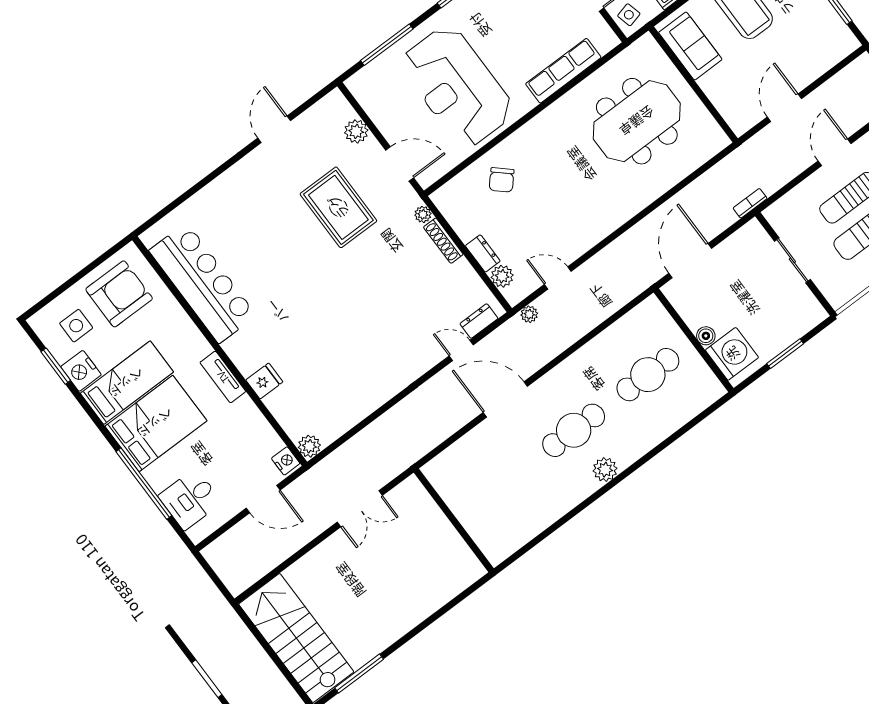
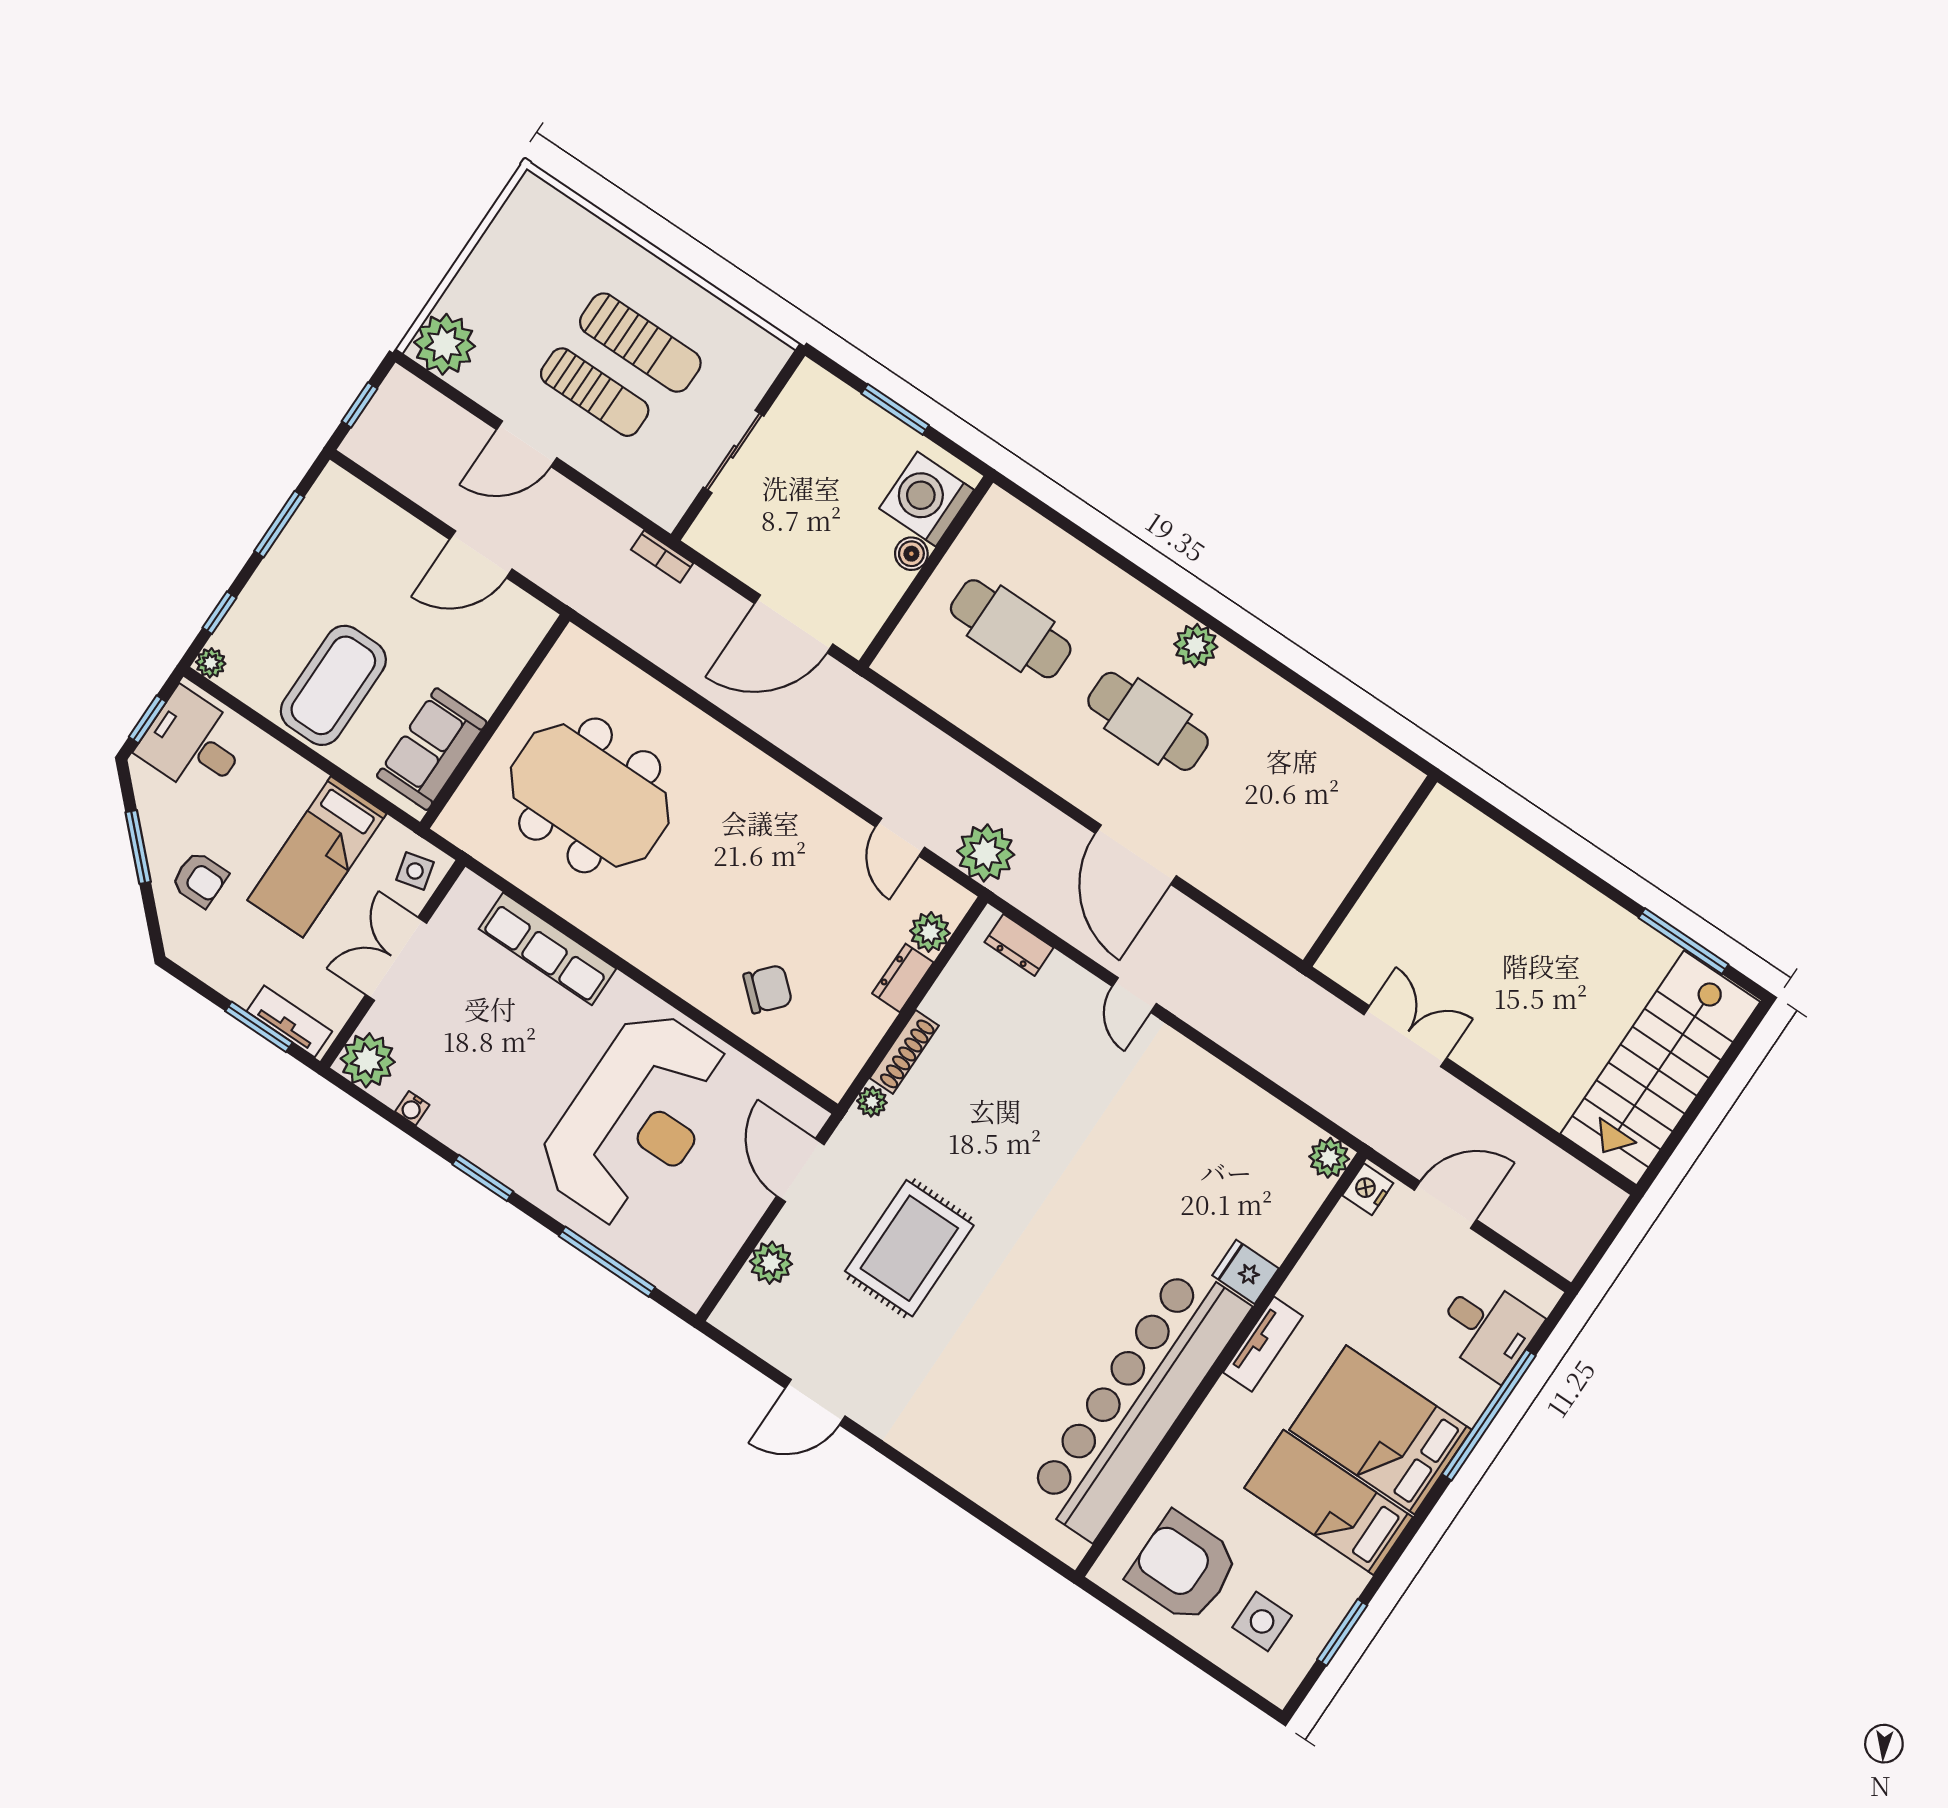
bar counter: (203, 283) -> (1138, 1401), width x1.36
plant: (529, 314) -> (986, 853), width x1.88, depth x1.88
door: (461, 350) -> (1134, 995), moved
nightstand: (81, 371) -> (1335, 1587), removed
door: (263, 499) -> (1445, 1205), hinge flipped

